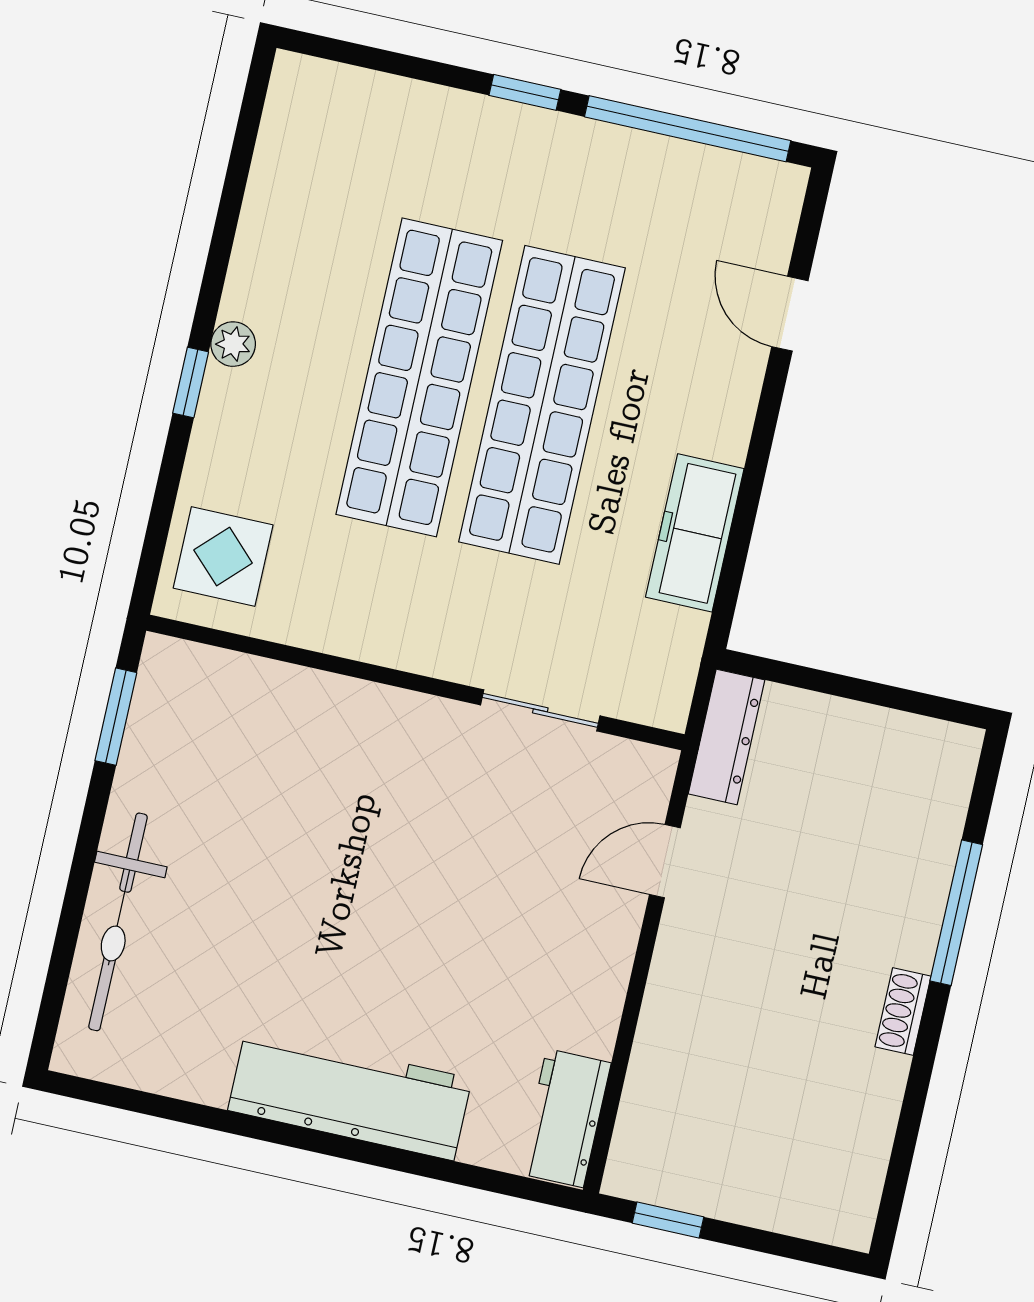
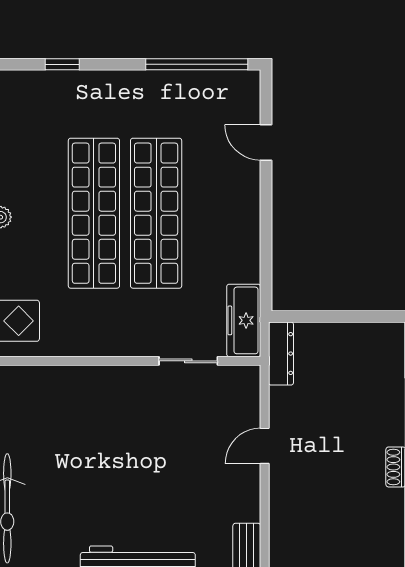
window: (525, 92) -> (62, 64), moved
freezer: (695, 533) -> (244, 320), moved
door: (665, 861) -> (265, 446), moved

